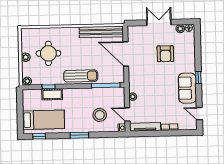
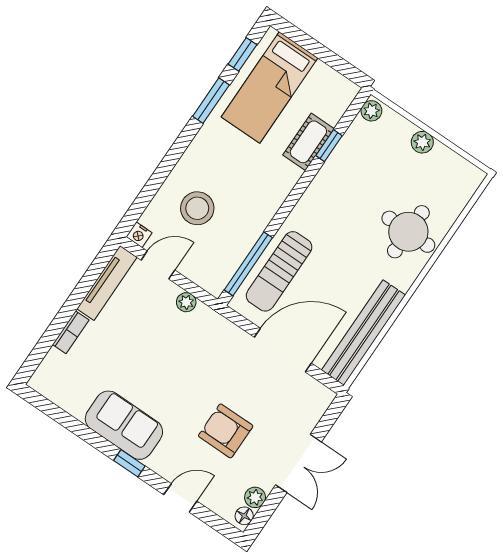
round table: (48, 53) -> (408, 232), moved
sun lounger: (81, 76) -> (279, 271), moved
door: (199, 114) -> (180, 498), moved
window: (79, 135) -> (211, 101), moved

